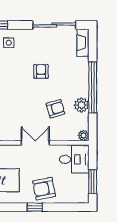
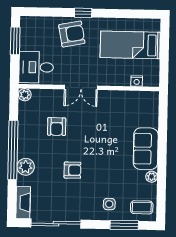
armchair: (41, 71) -> (72, 170), turned -90
plant: (81, 105) -> (26, 167), moved
armchair: (55, 109) -> (57, 127), turned -74

